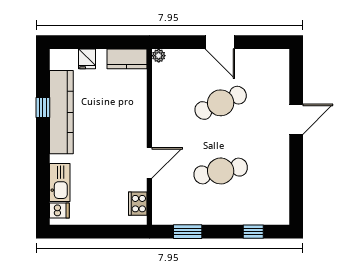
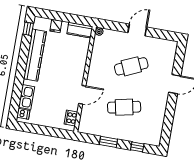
door: (220, 42) -> (137, 30), swing flipped
window: (43, 107) -> (28, 29), moved
window: (188, 232) -> (108, 142), moved

